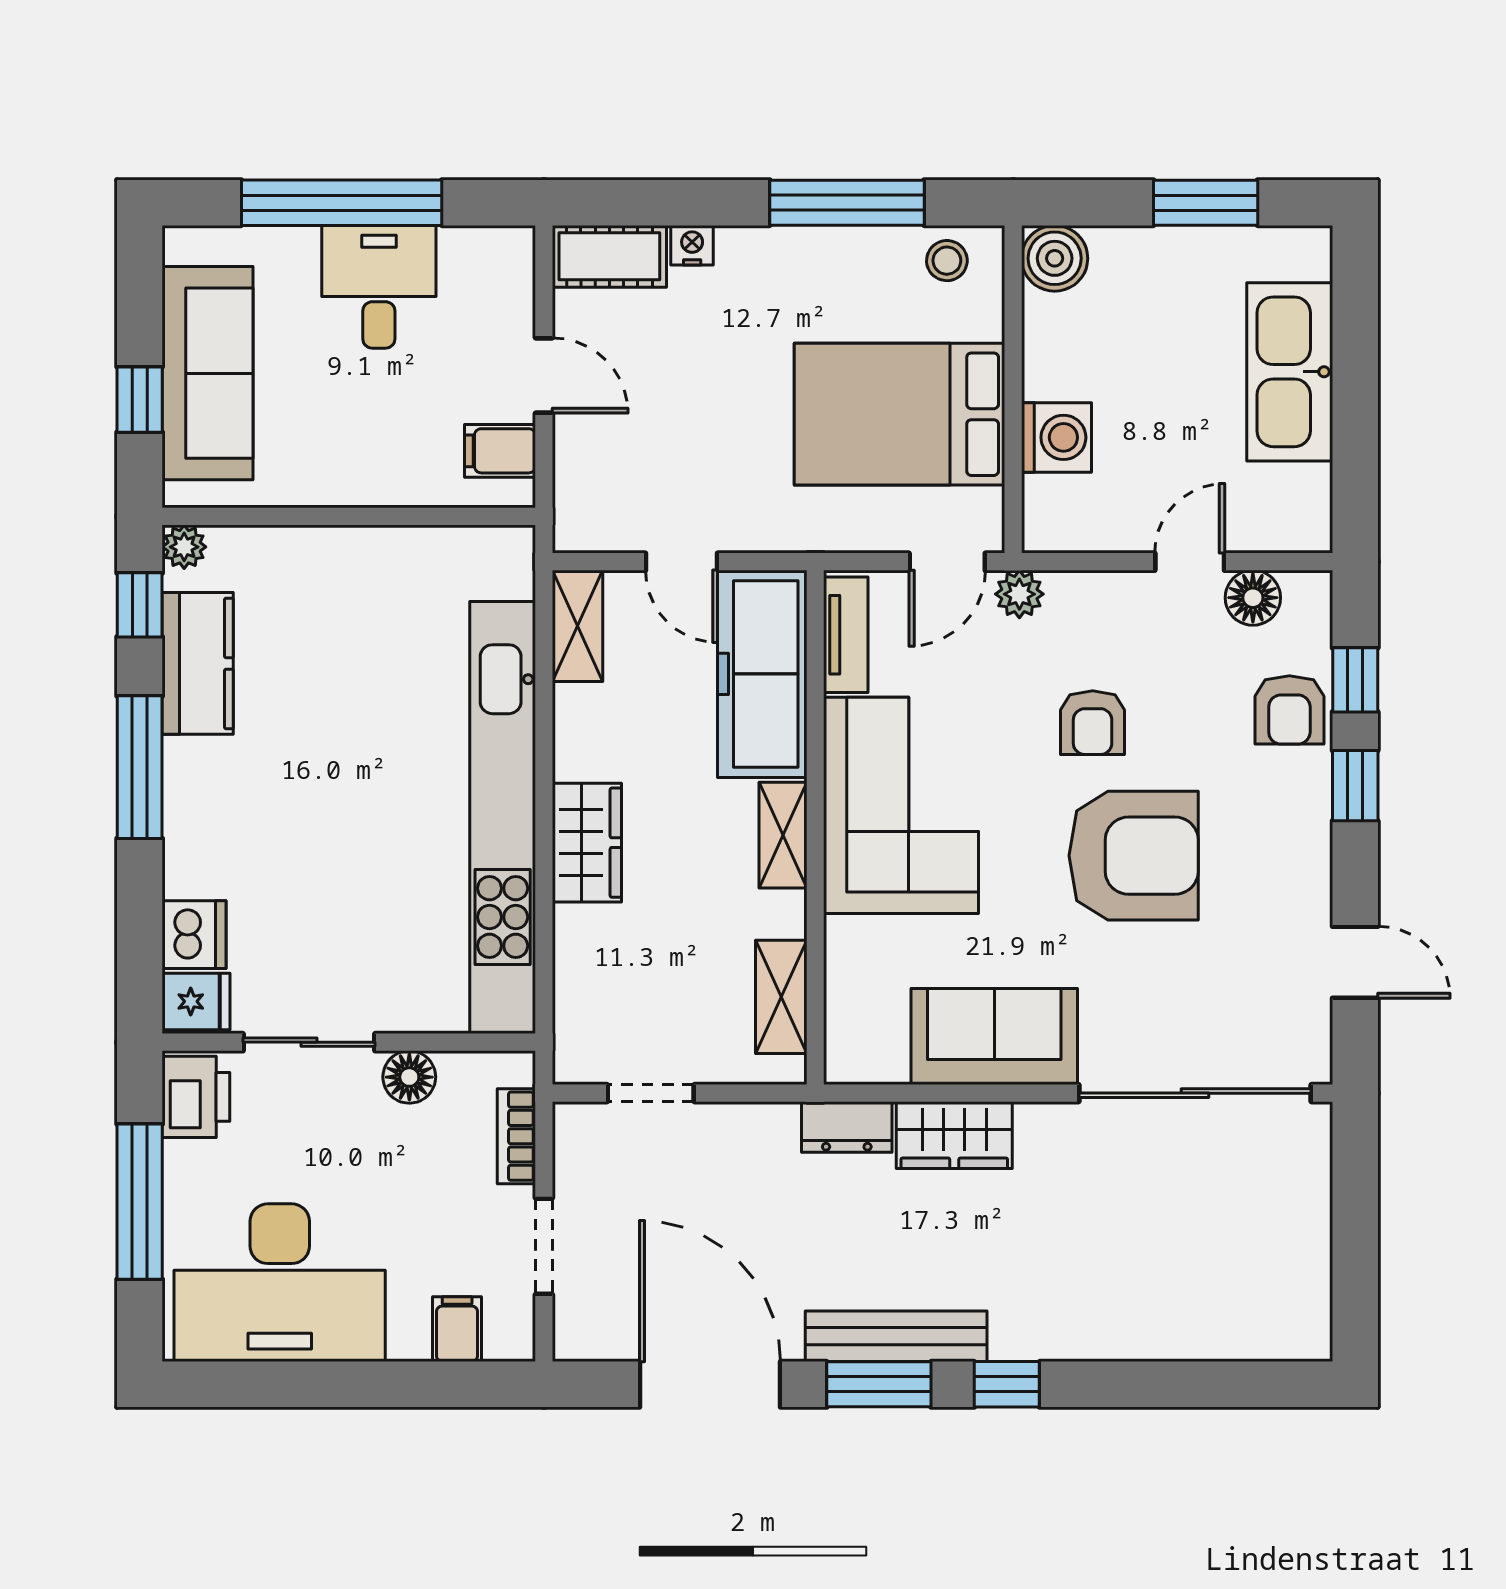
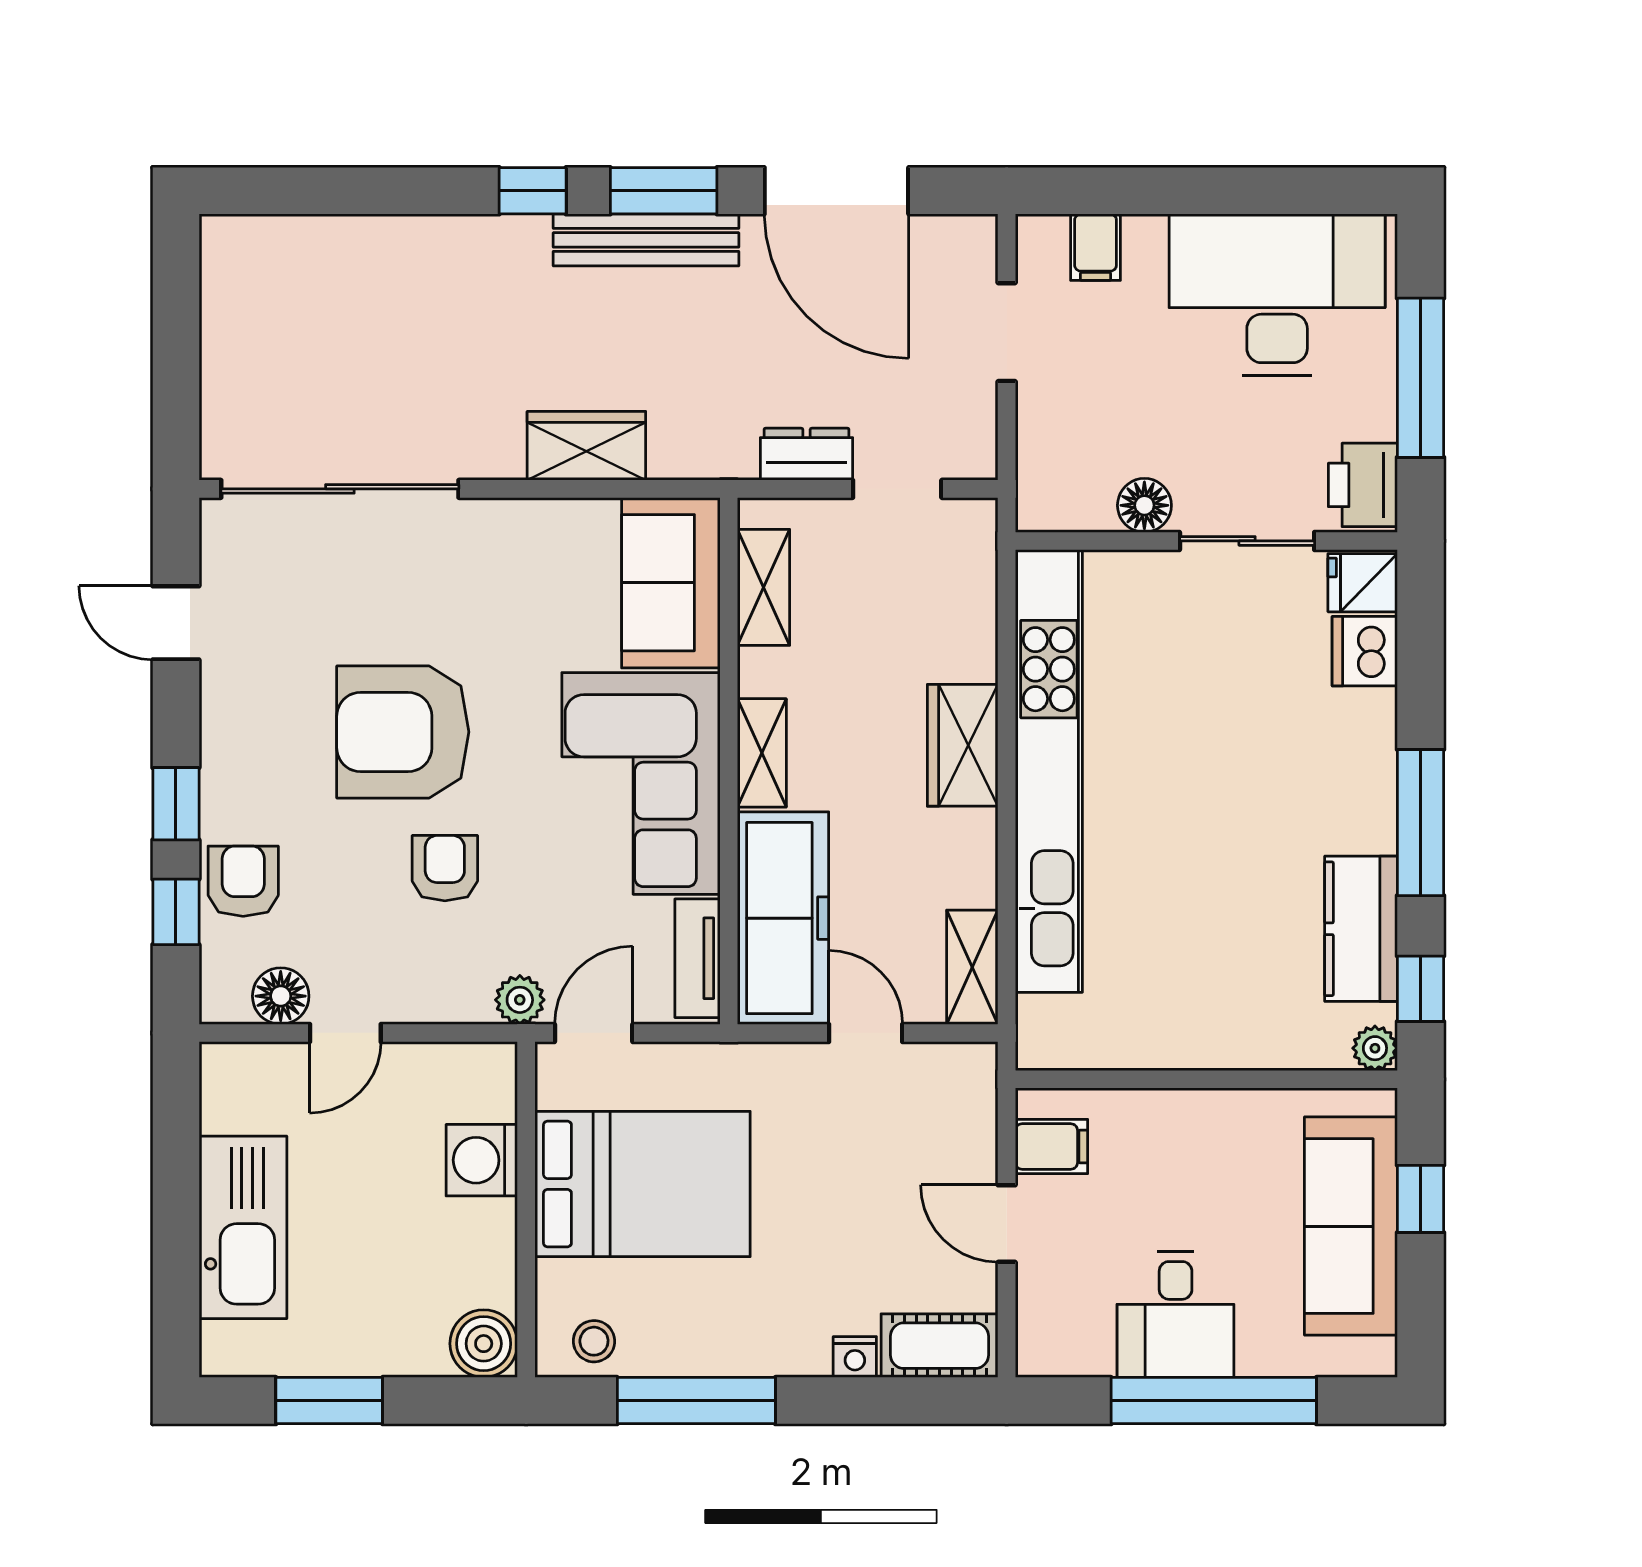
sofa: (994, 1037) -> (671, 583), moved, turned 90
dresser: (847, 1127) -> (806, 454), moved
bookcase: (516, 1136) -> (1035, 445), removed

